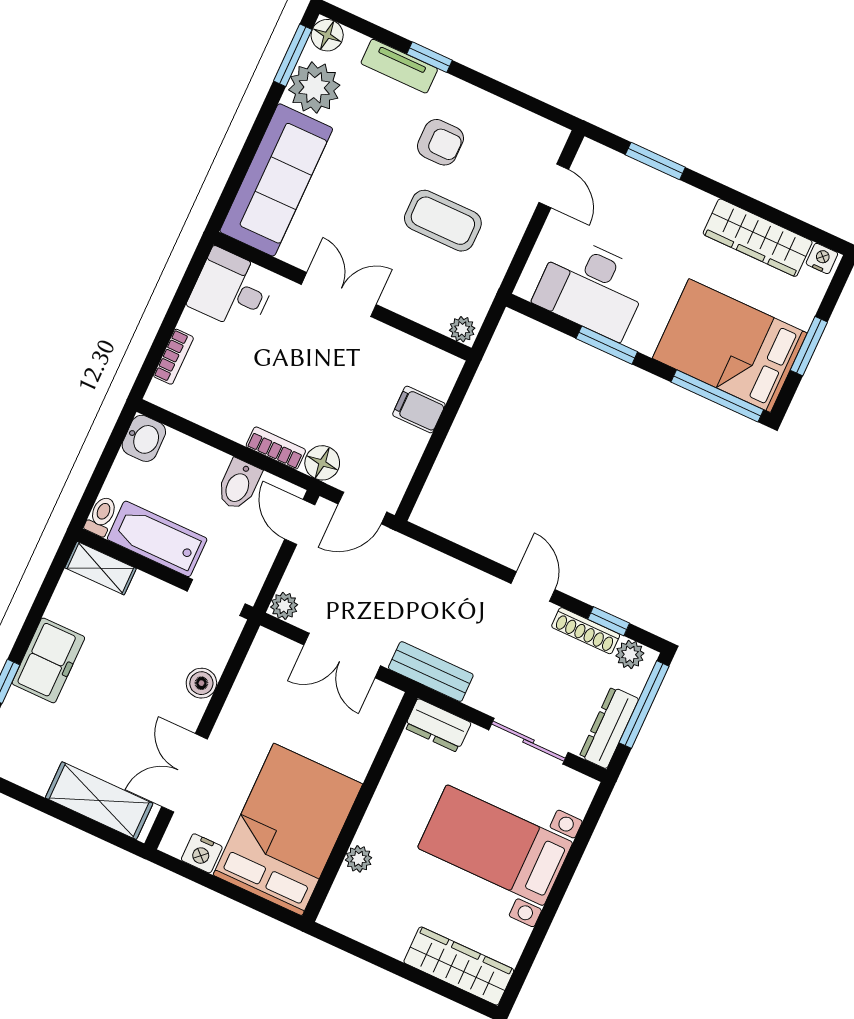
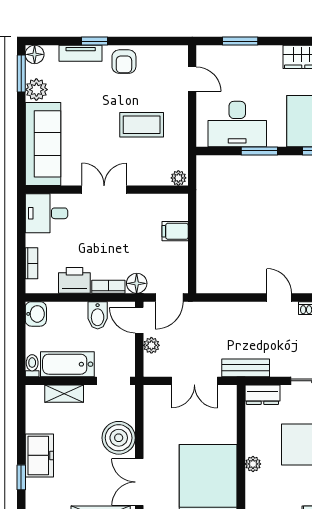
plant: (314, 88) -> (36, 90), width x0.73, depth x0.73
armchair: (440, 142) -> (124, 62), moved, turned 90
printer: (228, 414) -> (74, 280), added
shelving: (101, 568) -> (64, 394), moved
plant: (284, 606) -> (151, 345), moved
boiler: (201, 683) -> (119, 438), width x1.86, depth x1.86
plant: (359, 859) -> (253, 464), moved

